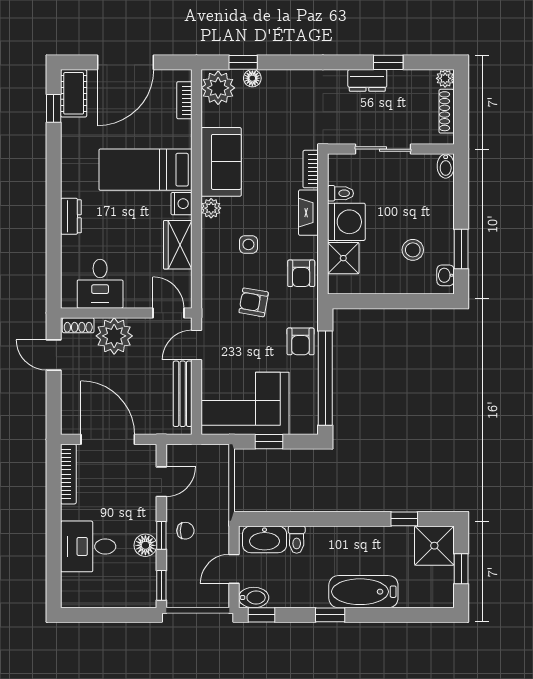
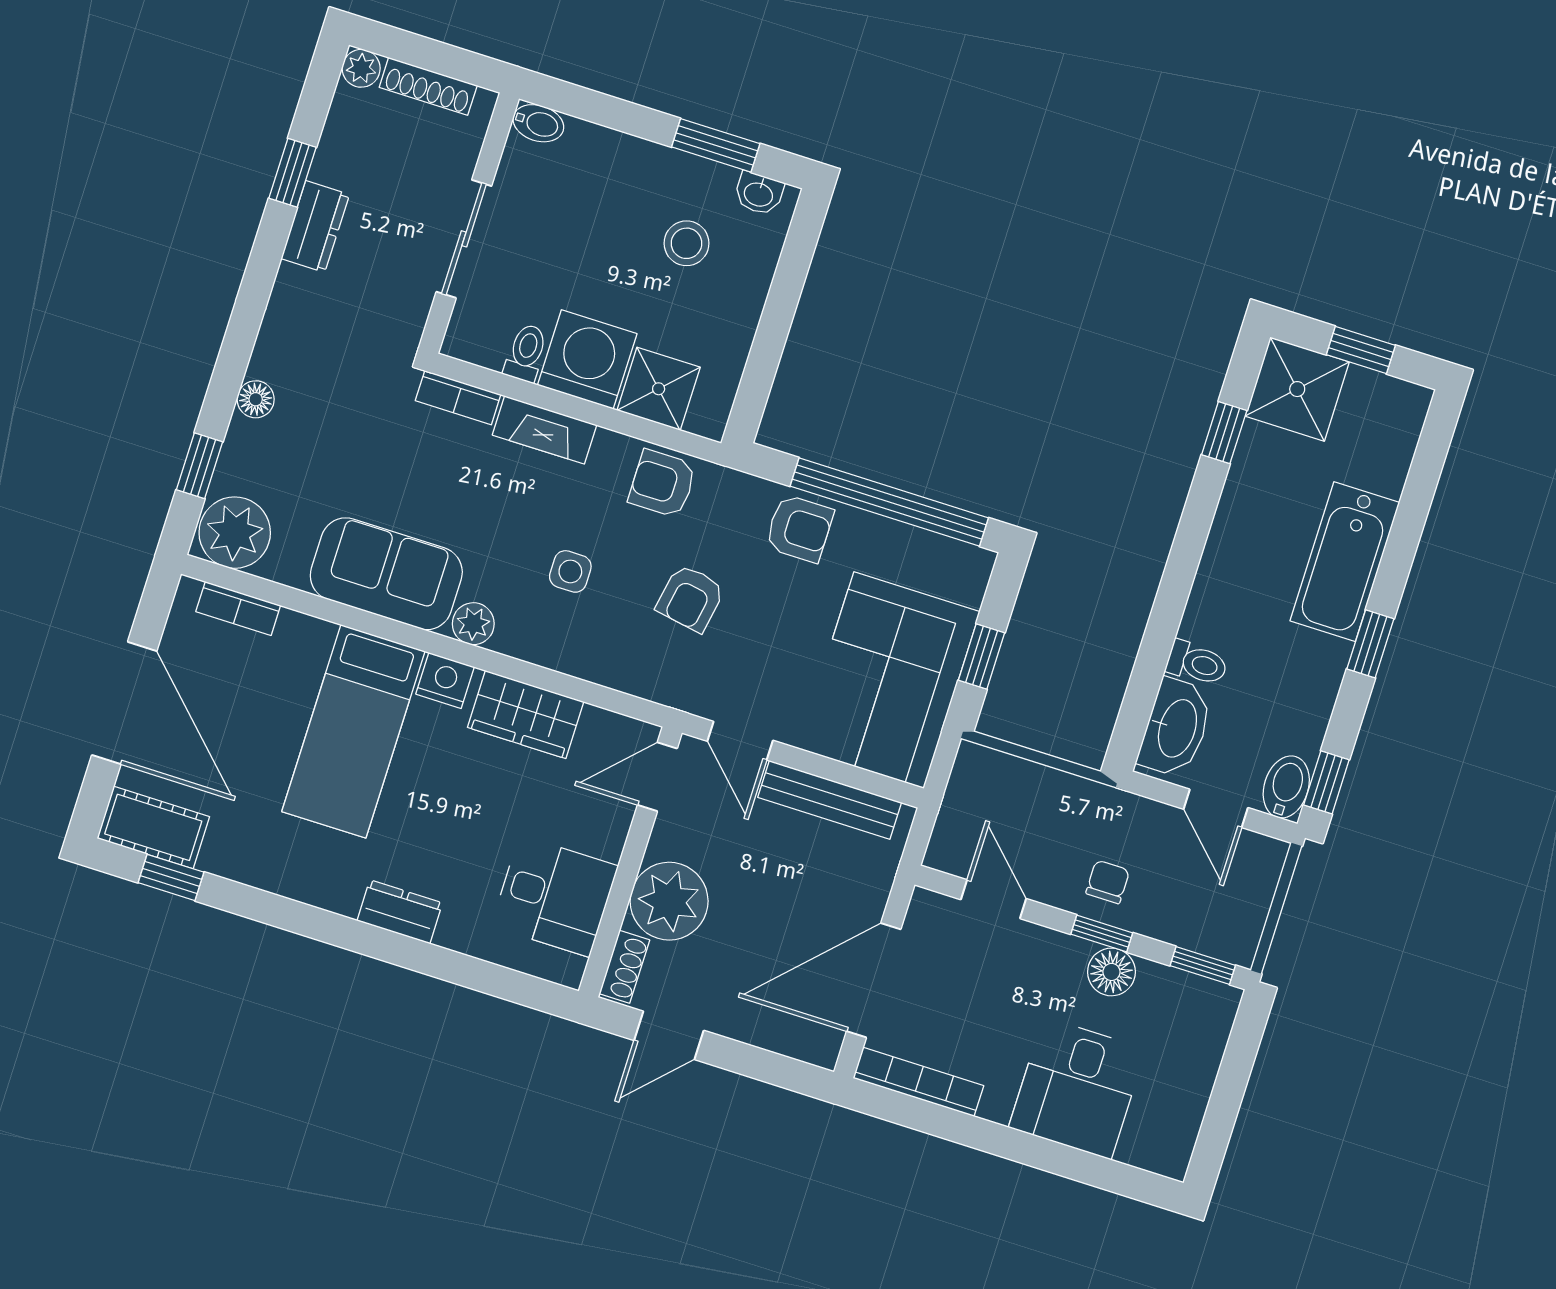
floor lamp: (252, 78) -> (256, 399), moved
armchair: (301, 273) -> (662, 484), turned 180

